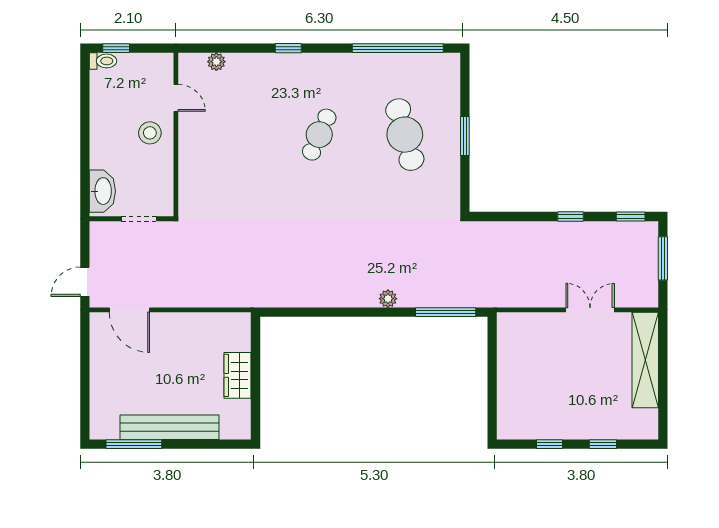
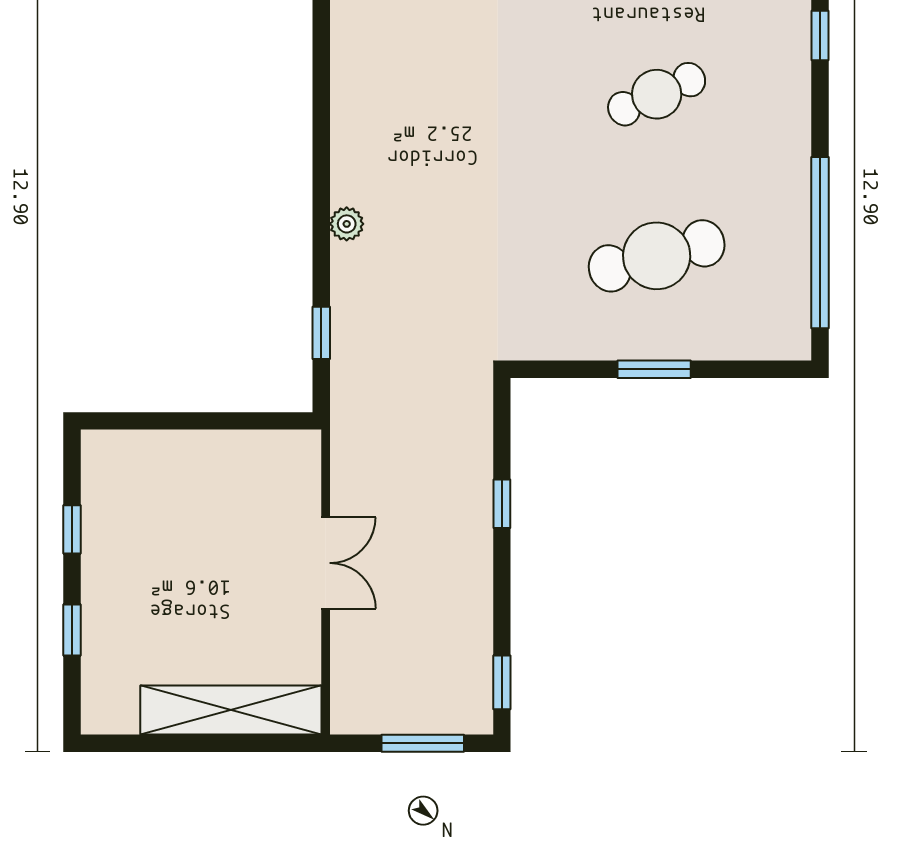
cafe table: (319, 135) -> (657, 94), turned -48
window: (570, 216) -> (502, 504), moved
double door: (590, 310) -> (326, 563), moved
window: (446, 312) -> (321, 333), width x0.46

